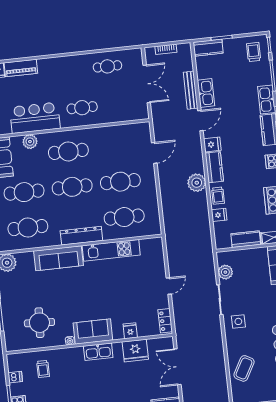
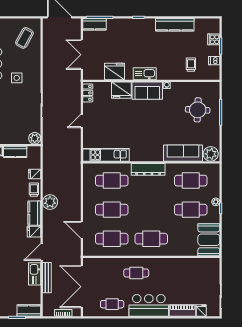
double door: (147, 84) -> (82, 287), width x1.36
bar counter: (35, 118) -> (149, 305), moved, turned 180
plant: (30, 142) -> (181, 250), removed
door: (154, 153) -> (82, 230), hinge flipped
cafe table: (72, 187) -> (112, 239), moved
kitchen unit: (111, 250) -> (106, 155), moved
sofa: (59, 258) -> (183, 153), moved
plant: (225, 272) -> (35, 138), moved
side table: (238, 321) -> (17, 78), moved
round table: (39, 323) -> (198, 110), moved
fridge: (130, 331) -> (121, 90), width x1.88, depth x1.34
double door: (177, 367) -> (82, 55), swing flipped
coffee table: (244, 368) -> (24, 38), moved

